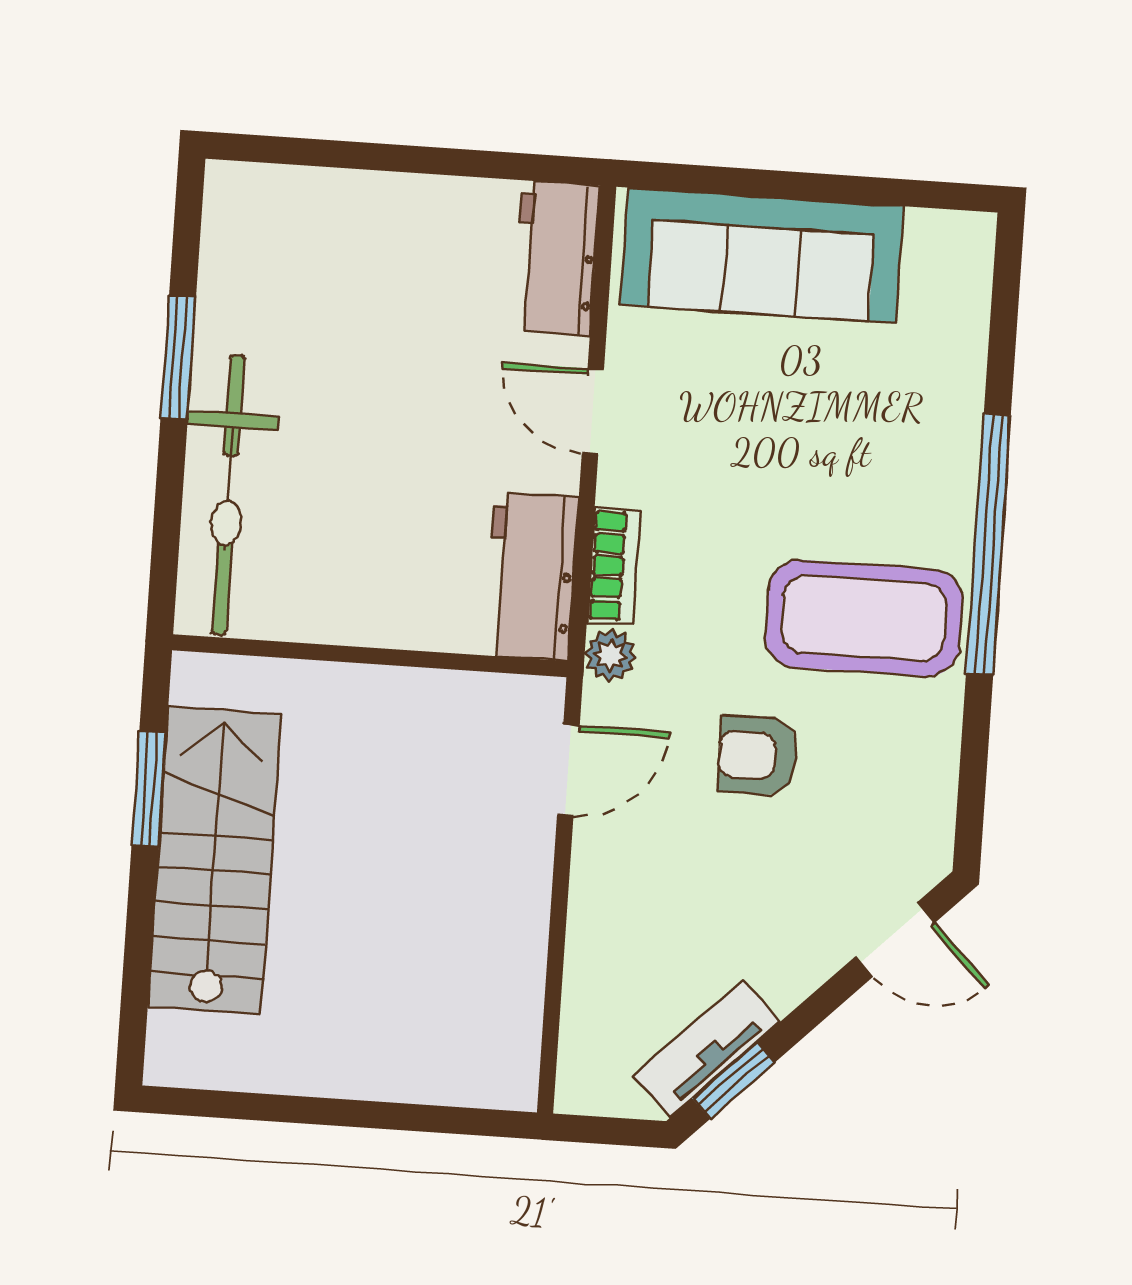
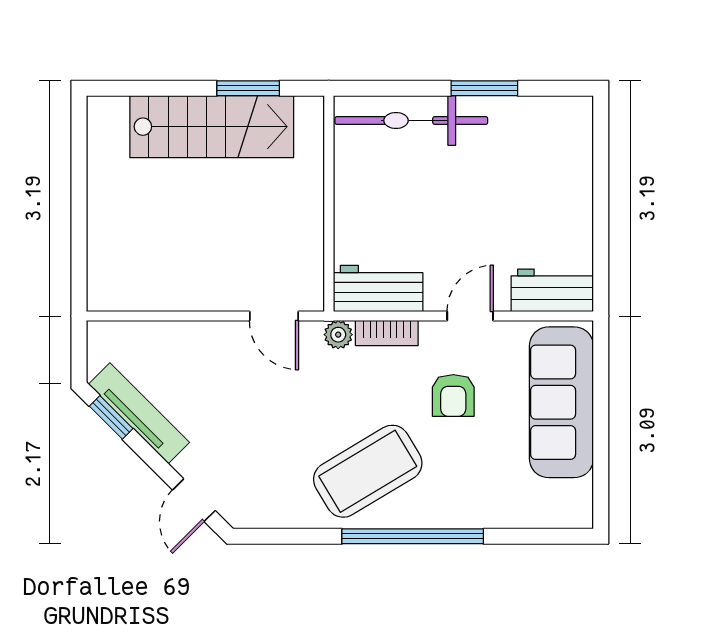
coffee table: (864, 618) -> (368, 471), turned 59
armchair: (758, 756) -> (453, 395), moved, turned 180
tv unit: (707, 1049) -> (139, 413), width x1.41

